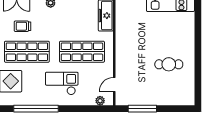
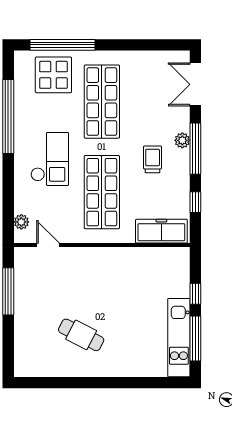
trolley: (22, 26) -> (153, 159), moved
cafe table: (169, 64) -> (81, 335), turned -63

